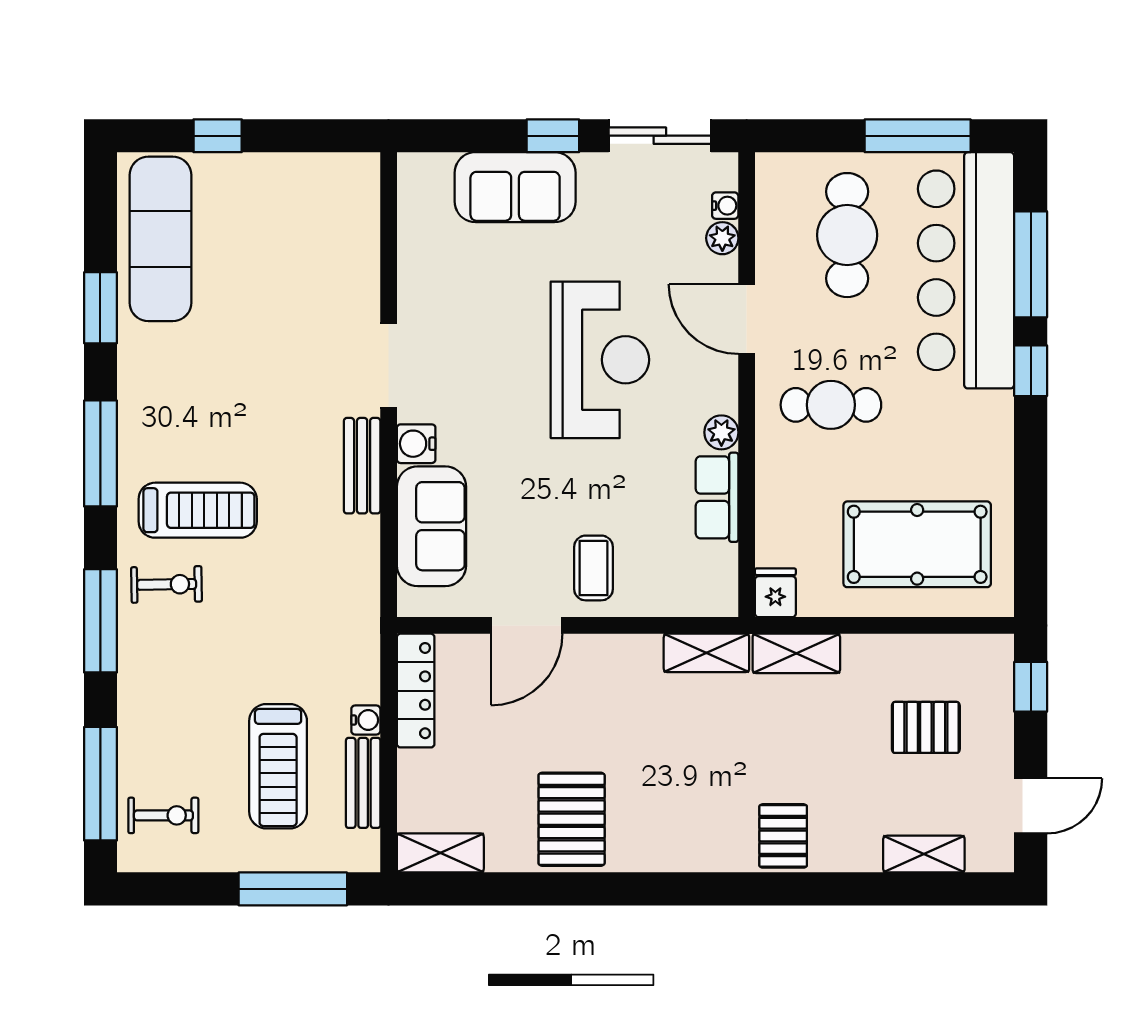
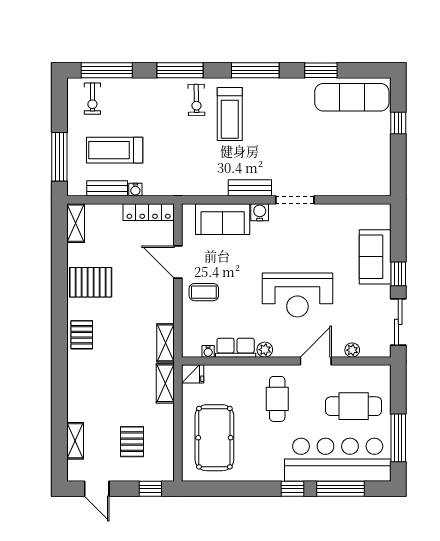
water cooler: (725, 206) -> (208, 351), moved
pallet: (783, 836) -> (82, 335), moved, turned 90

